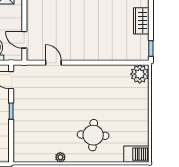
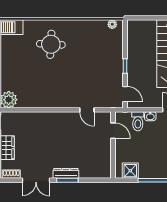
plant: (60, 157) -> (112, 24), moved

